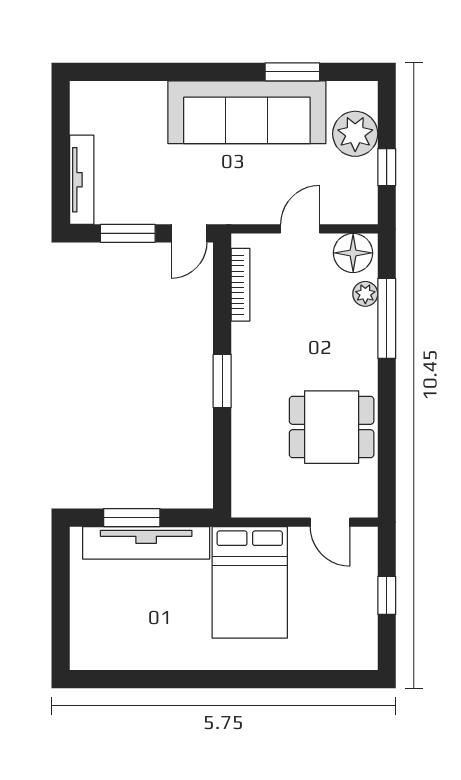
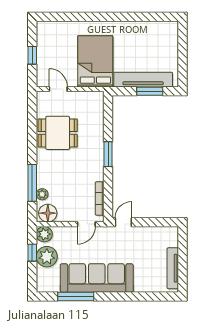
window: (292, 72) -> (76, 297), width x1.44
plant: (355, 134) -> (47, 257), moved
tv unit: (82, 180) -> (173, 268), moved
plant: (361, 207) -> (44, 234), added
door: (300, 229) -> (86, 224), moved
window: (128, 233) -> (152, 222), removed

